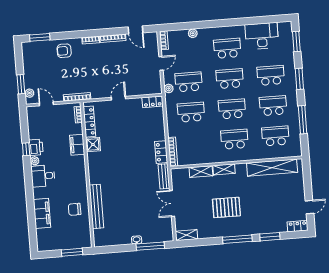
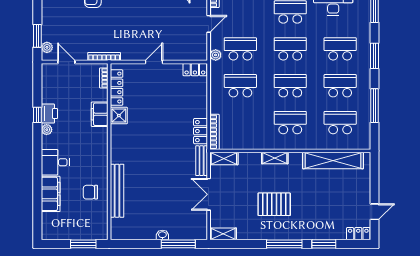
shelving: (201, 172) -> (224, 159), moved
desk: (43, 176) -> (55, 162), moved

